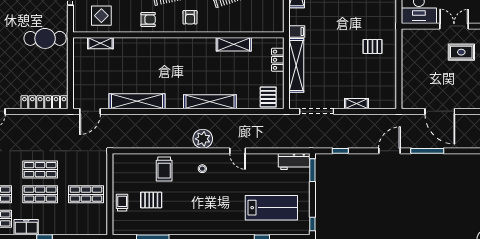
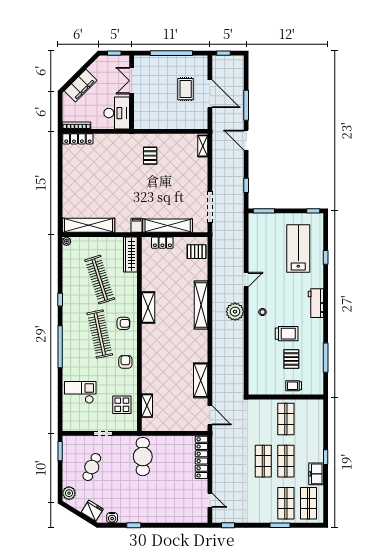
wardrobe: (265, 25) -> (130, 254), added
shelving: (234, 44) -> (148, 308), moved
rug: (461, 52) -> (186, 89), moved
shelving: (137, 101) -> (201, 380), width x0.68
shelving: (357, 104) -> (203, 146), moved
door: (440, 111) -> (210, 94), hinge flipped
workbench: (294, 162) -> (316, 303), moved, turned 180
trolley: (164, 169) -> (287, 334), moved

